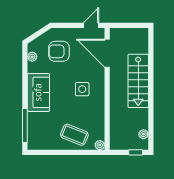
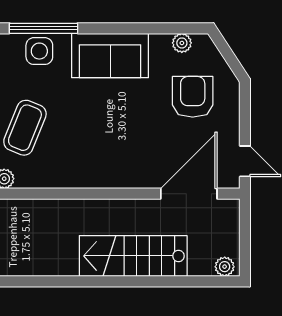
side table: (82, 89) -> (39, 51), moved
plant: (143, 134) -> (225, 267), moved

